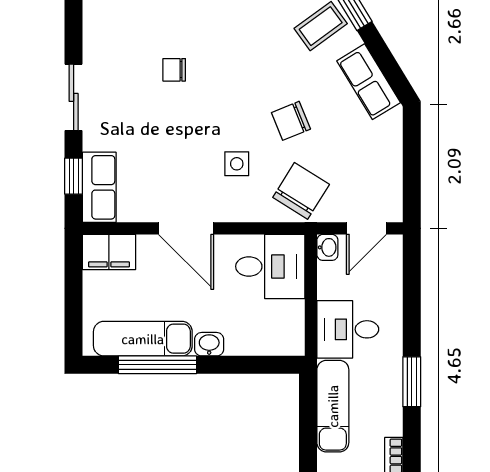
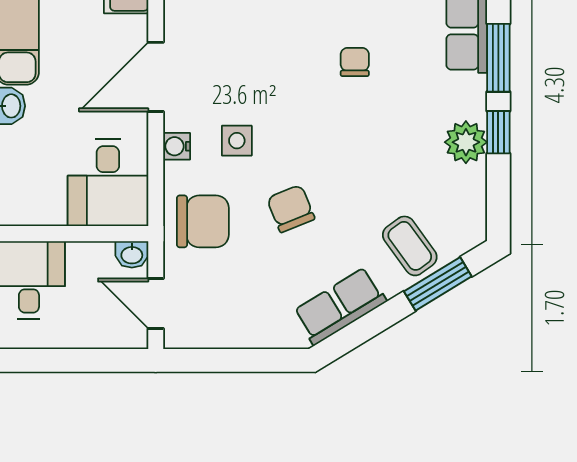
chair: (301, 191) -> (203, 221), turned -32
water cooler: (241, 212) -> (177, 146), added

